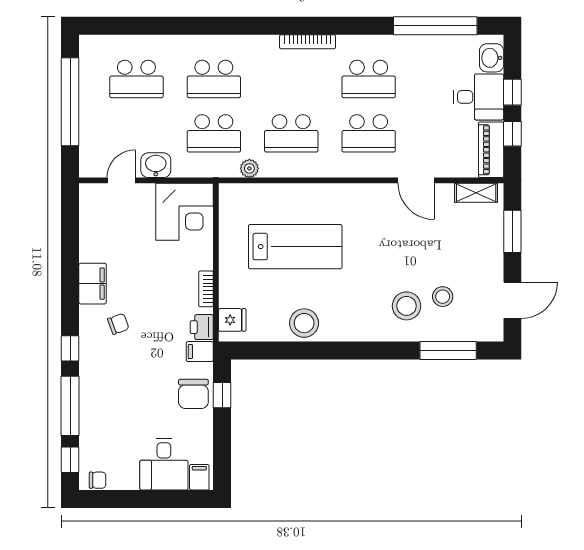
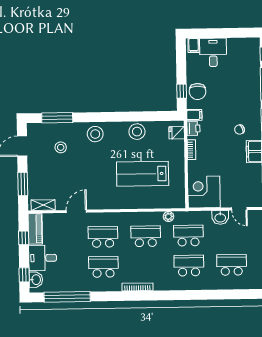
window: (512, 92) -> (24, 275), moved
door: (121, 180) -> (239, 209), hinge flipped
door: (416, 180) -> (76, 211), hinge flipped
stool: (407, 306) -> (95, 134), moved
chair: (193, 394) -> (197, 91), turned 180
chair: (98, 480) -> (250, 43), removed

